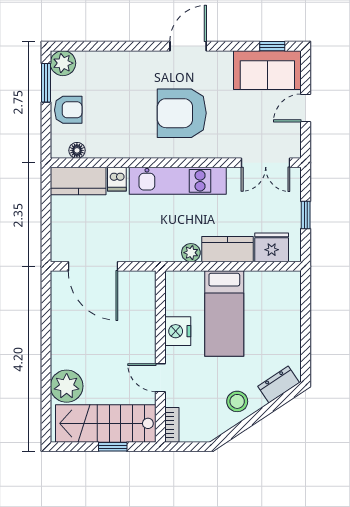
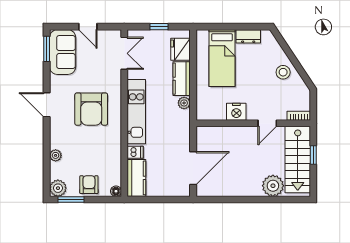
window: (272, 46) -> (47, 49), width x1.50
plant: (112, 60) -> (56, 155), added
floor lamp: (77, 150) -> (116, 191), moved
bed: (224, 314) -> (222, 58), moved, turned 90
dresser: (279, 384) -> (248, 36), moved, turned -56

